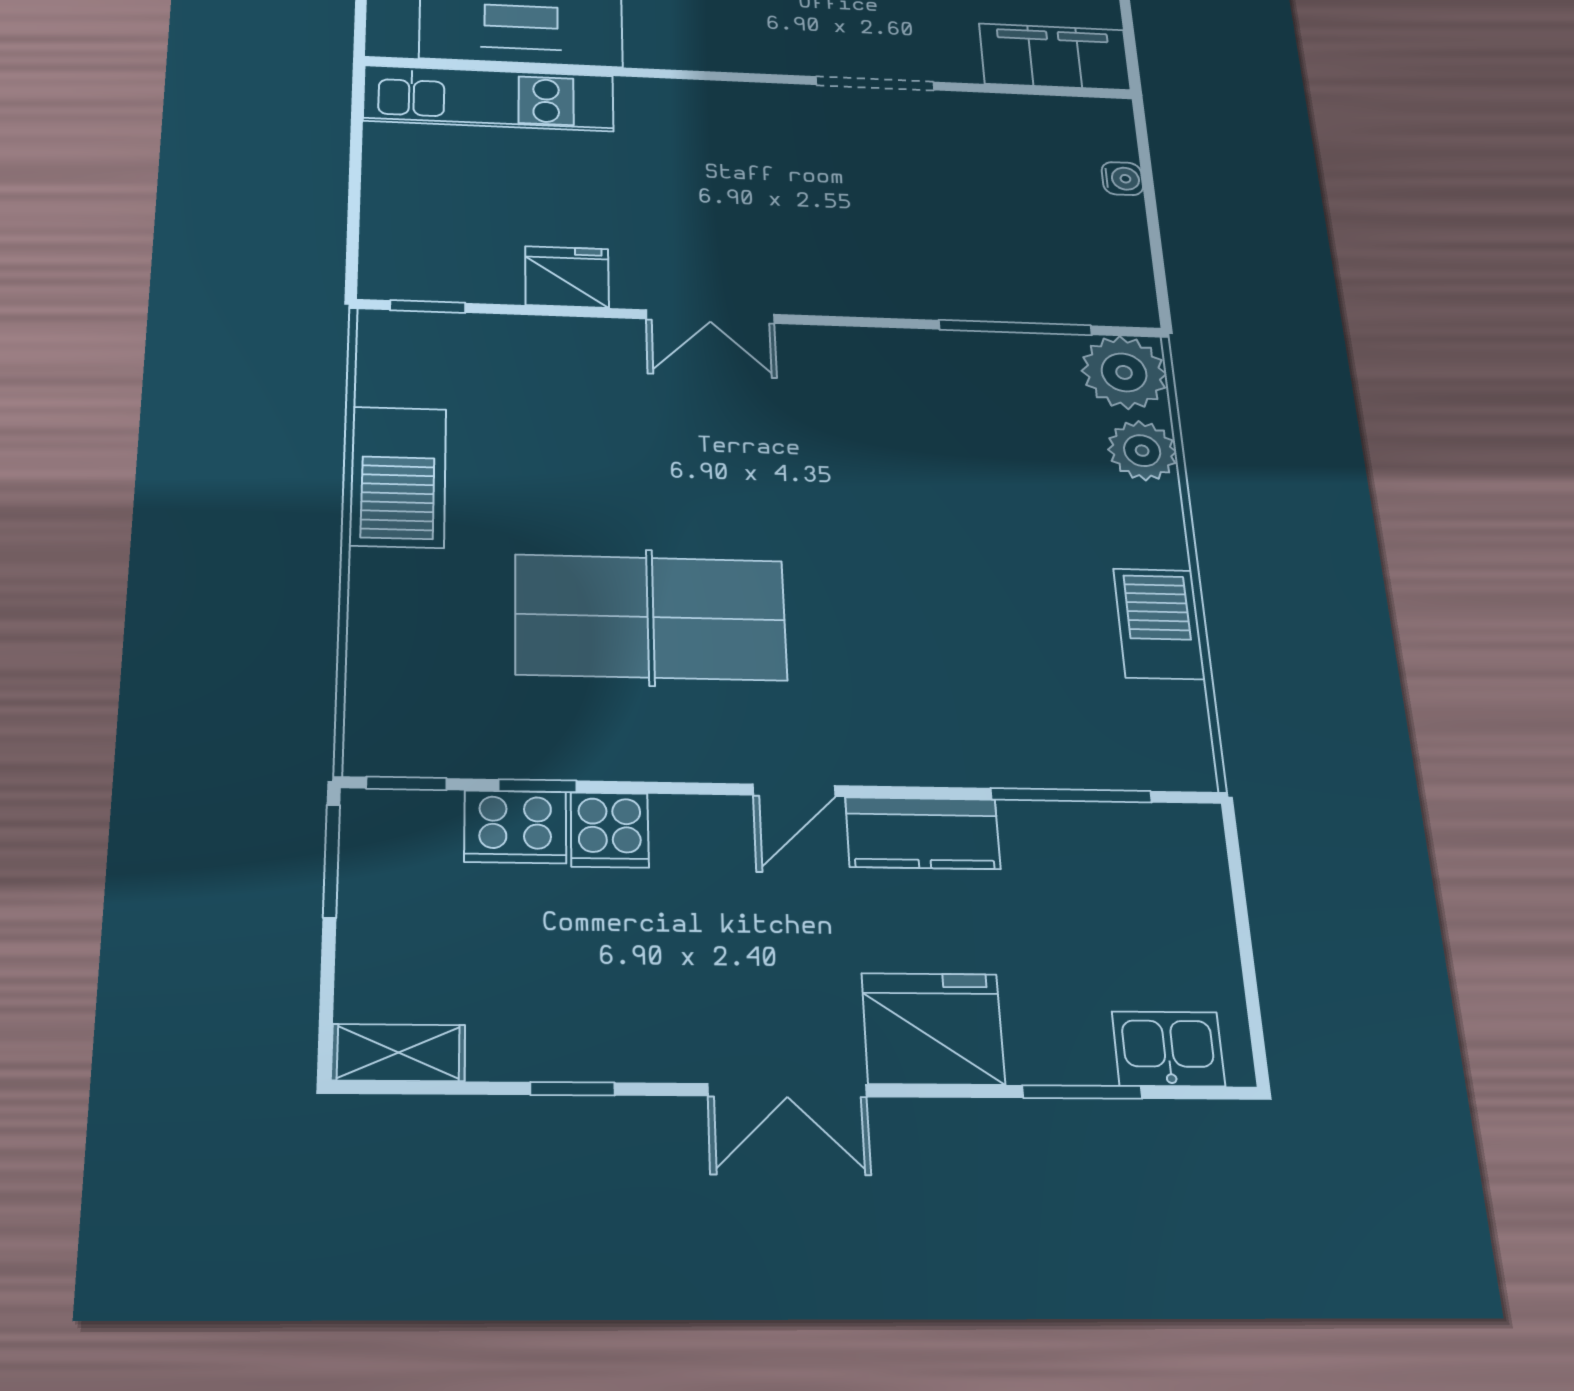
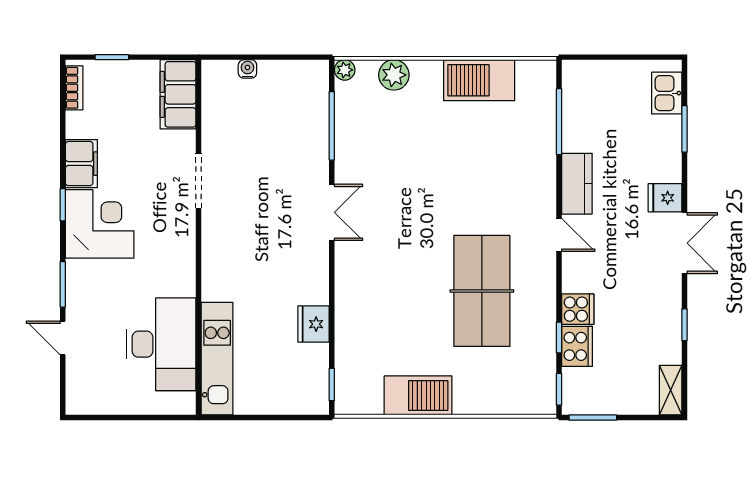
double door: (710, 317) -> (332, 212), moved
plant: (1124, 372) -> (345, 70), width x0.53, depth x0.53
barbecue: (1159, 624) -> (479, 80), width x1.37, depth x1.21
fridge: (933, 1029) -> (665, 198), width x0.53, depth x0.75

